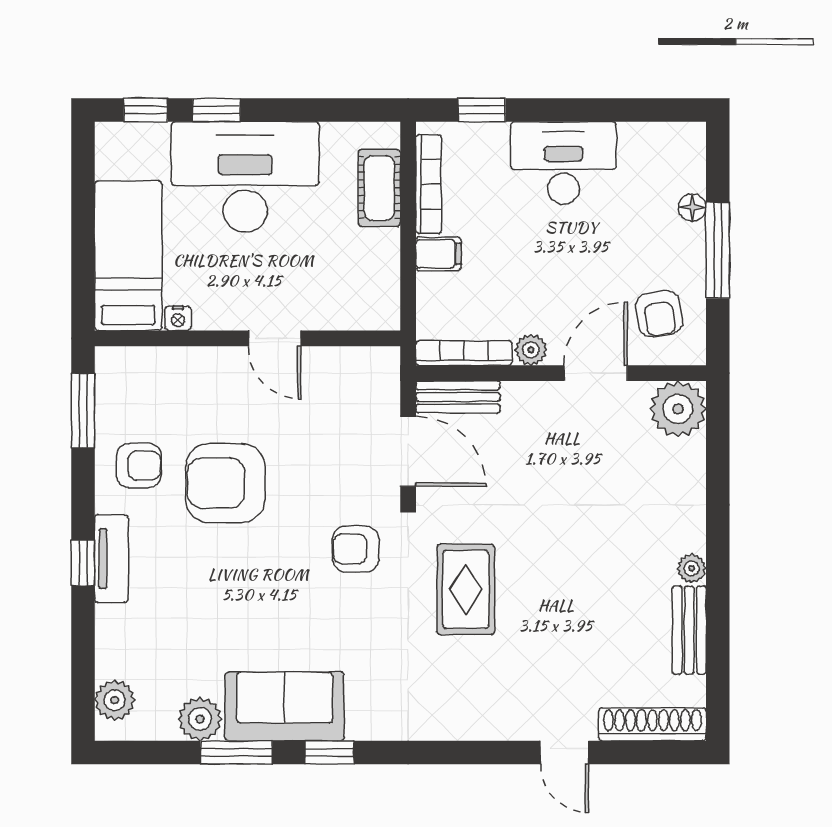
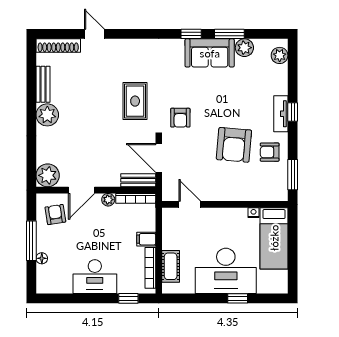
window: (146, 110) -> (267, 298), removed
door: (274, 338) -> (190, 204), moved
armchair: (225, 483) -> (234, 145), turned 95
armchair: (356, 549) -> (180, 118), turned 90
plant: (692, 568) -> (47, 115), width x1.87, depth x1.87

